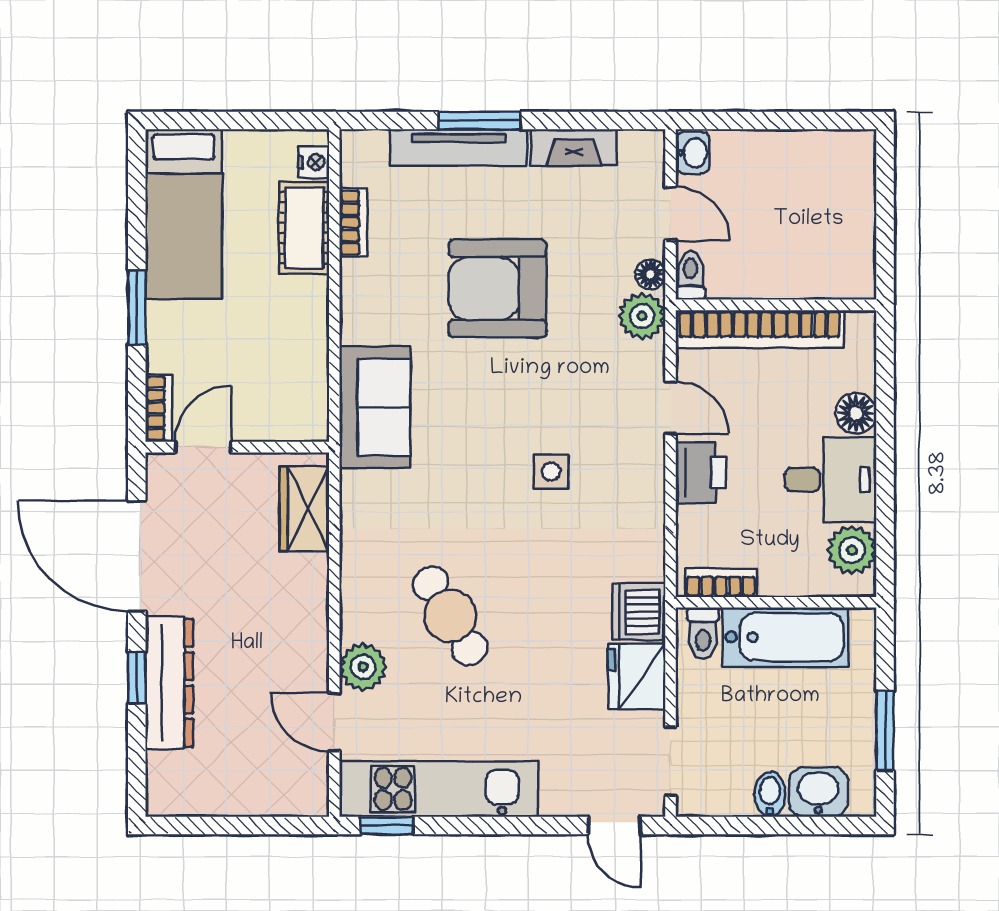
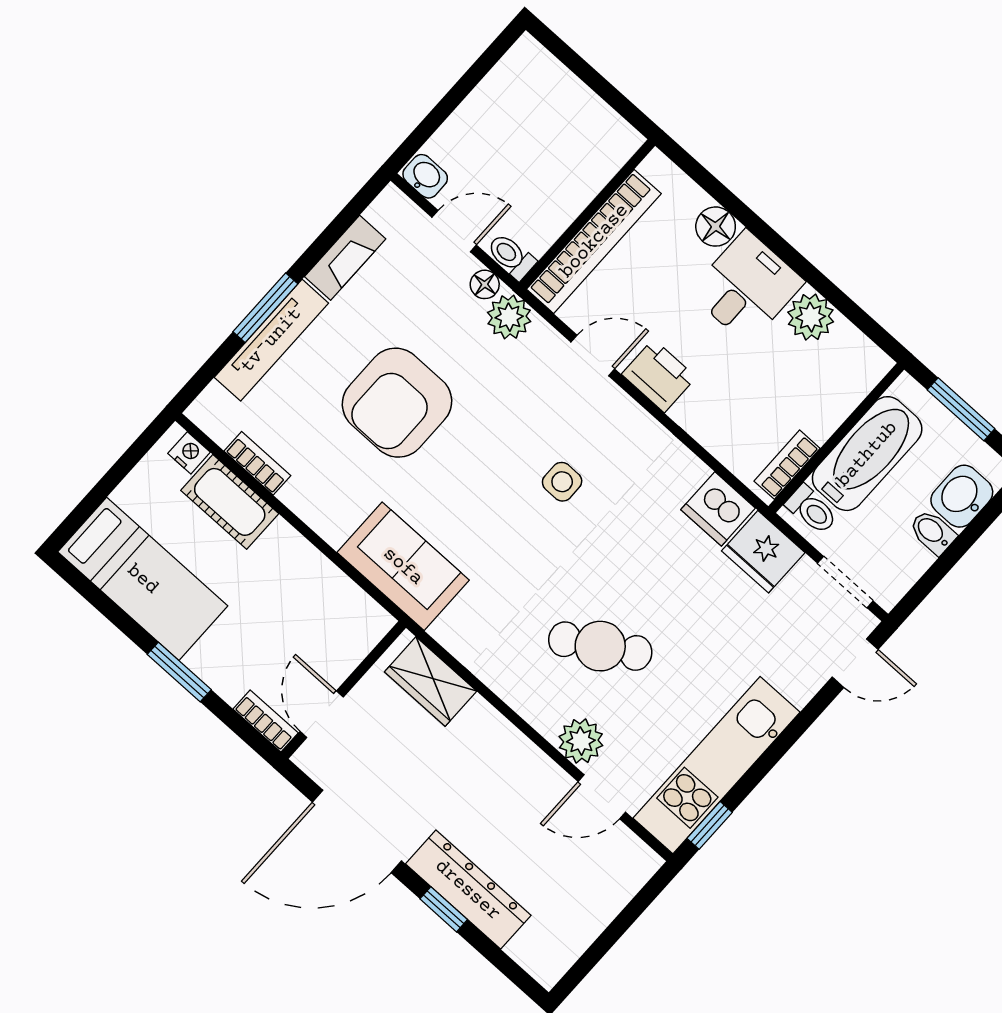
bookcase: (721, 583) -> (787, 465), moved
wall: (776, 602) -> (836, 438), moved
toilet: (703, 633) -> (812, 510), moved
bathtub: (785, 637) -> (867, 454), moved

